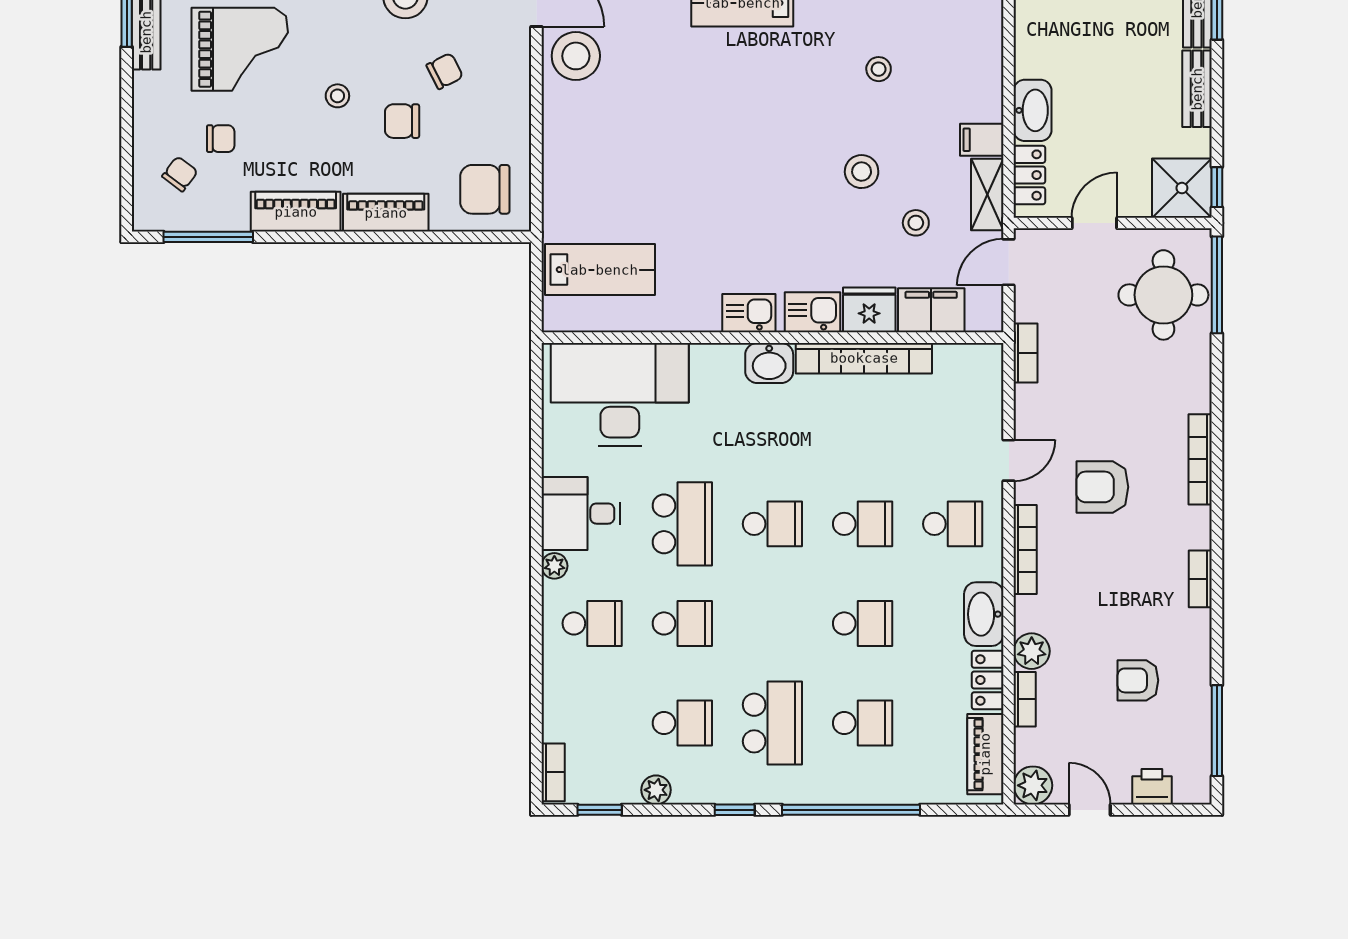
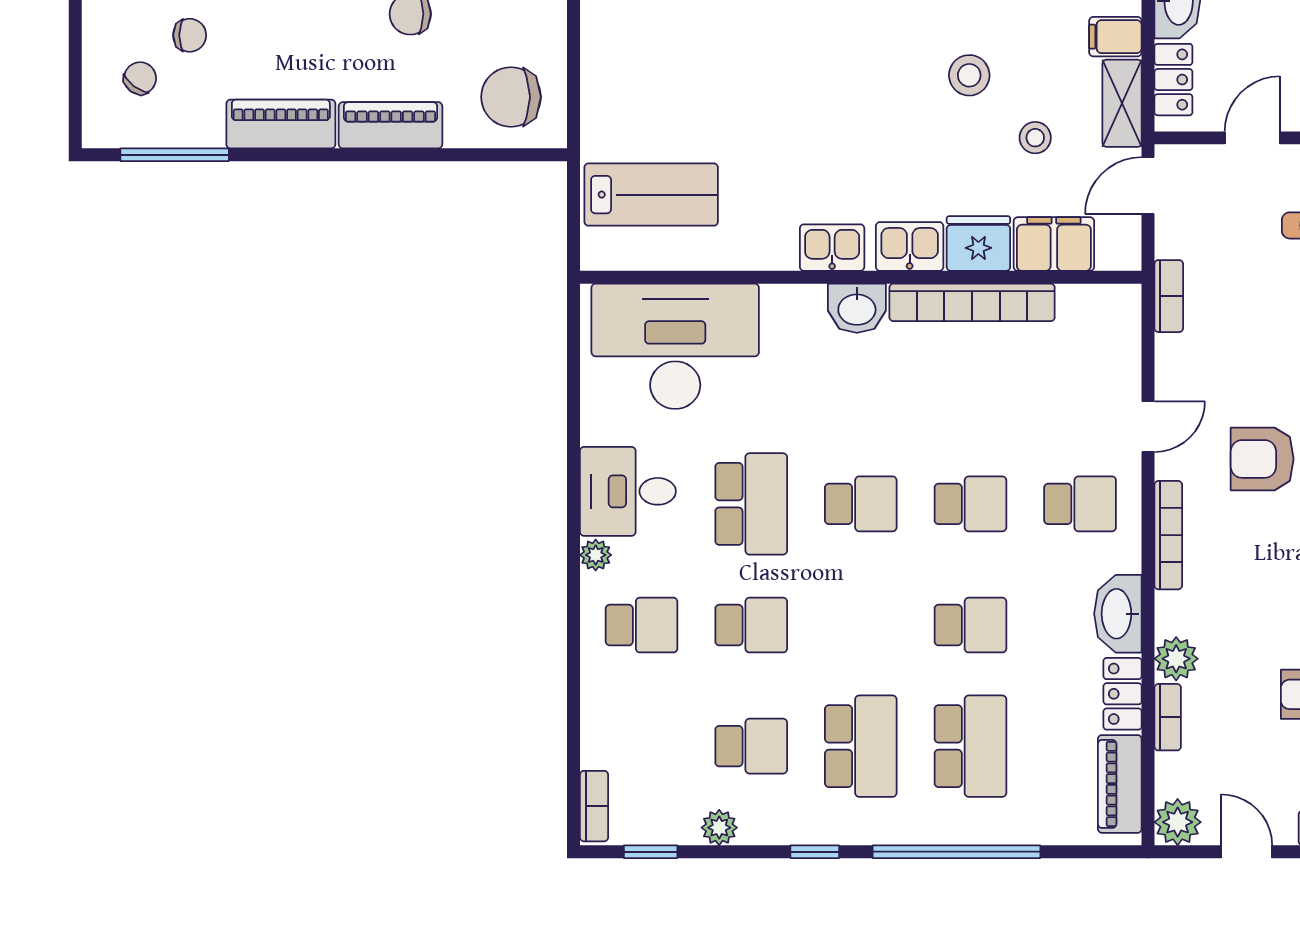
school desk: (863, 723) -> (970, 746), width x1.85

